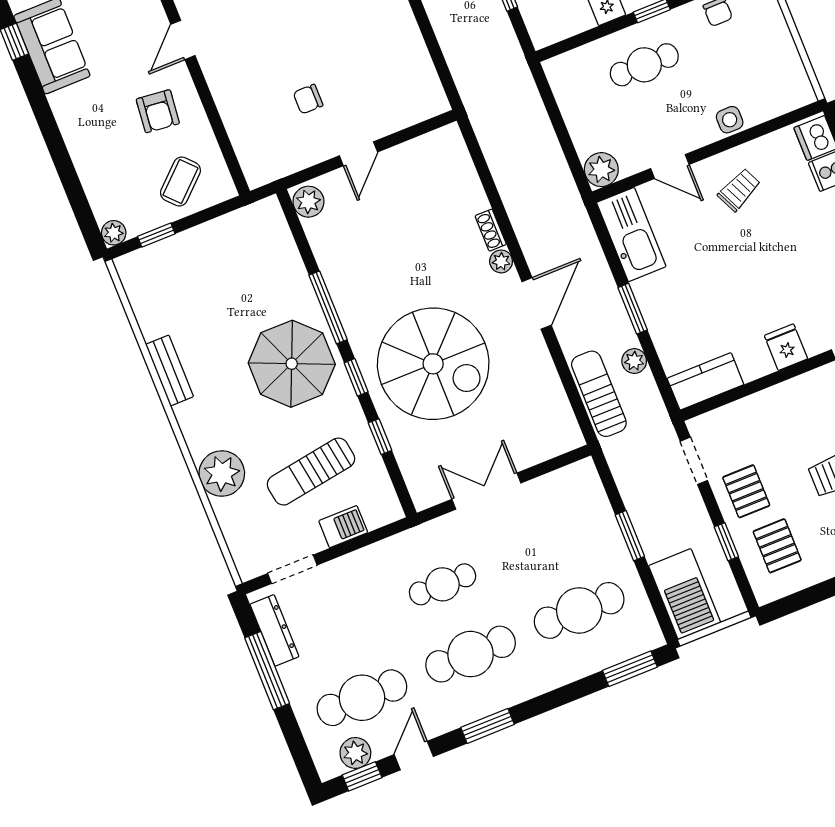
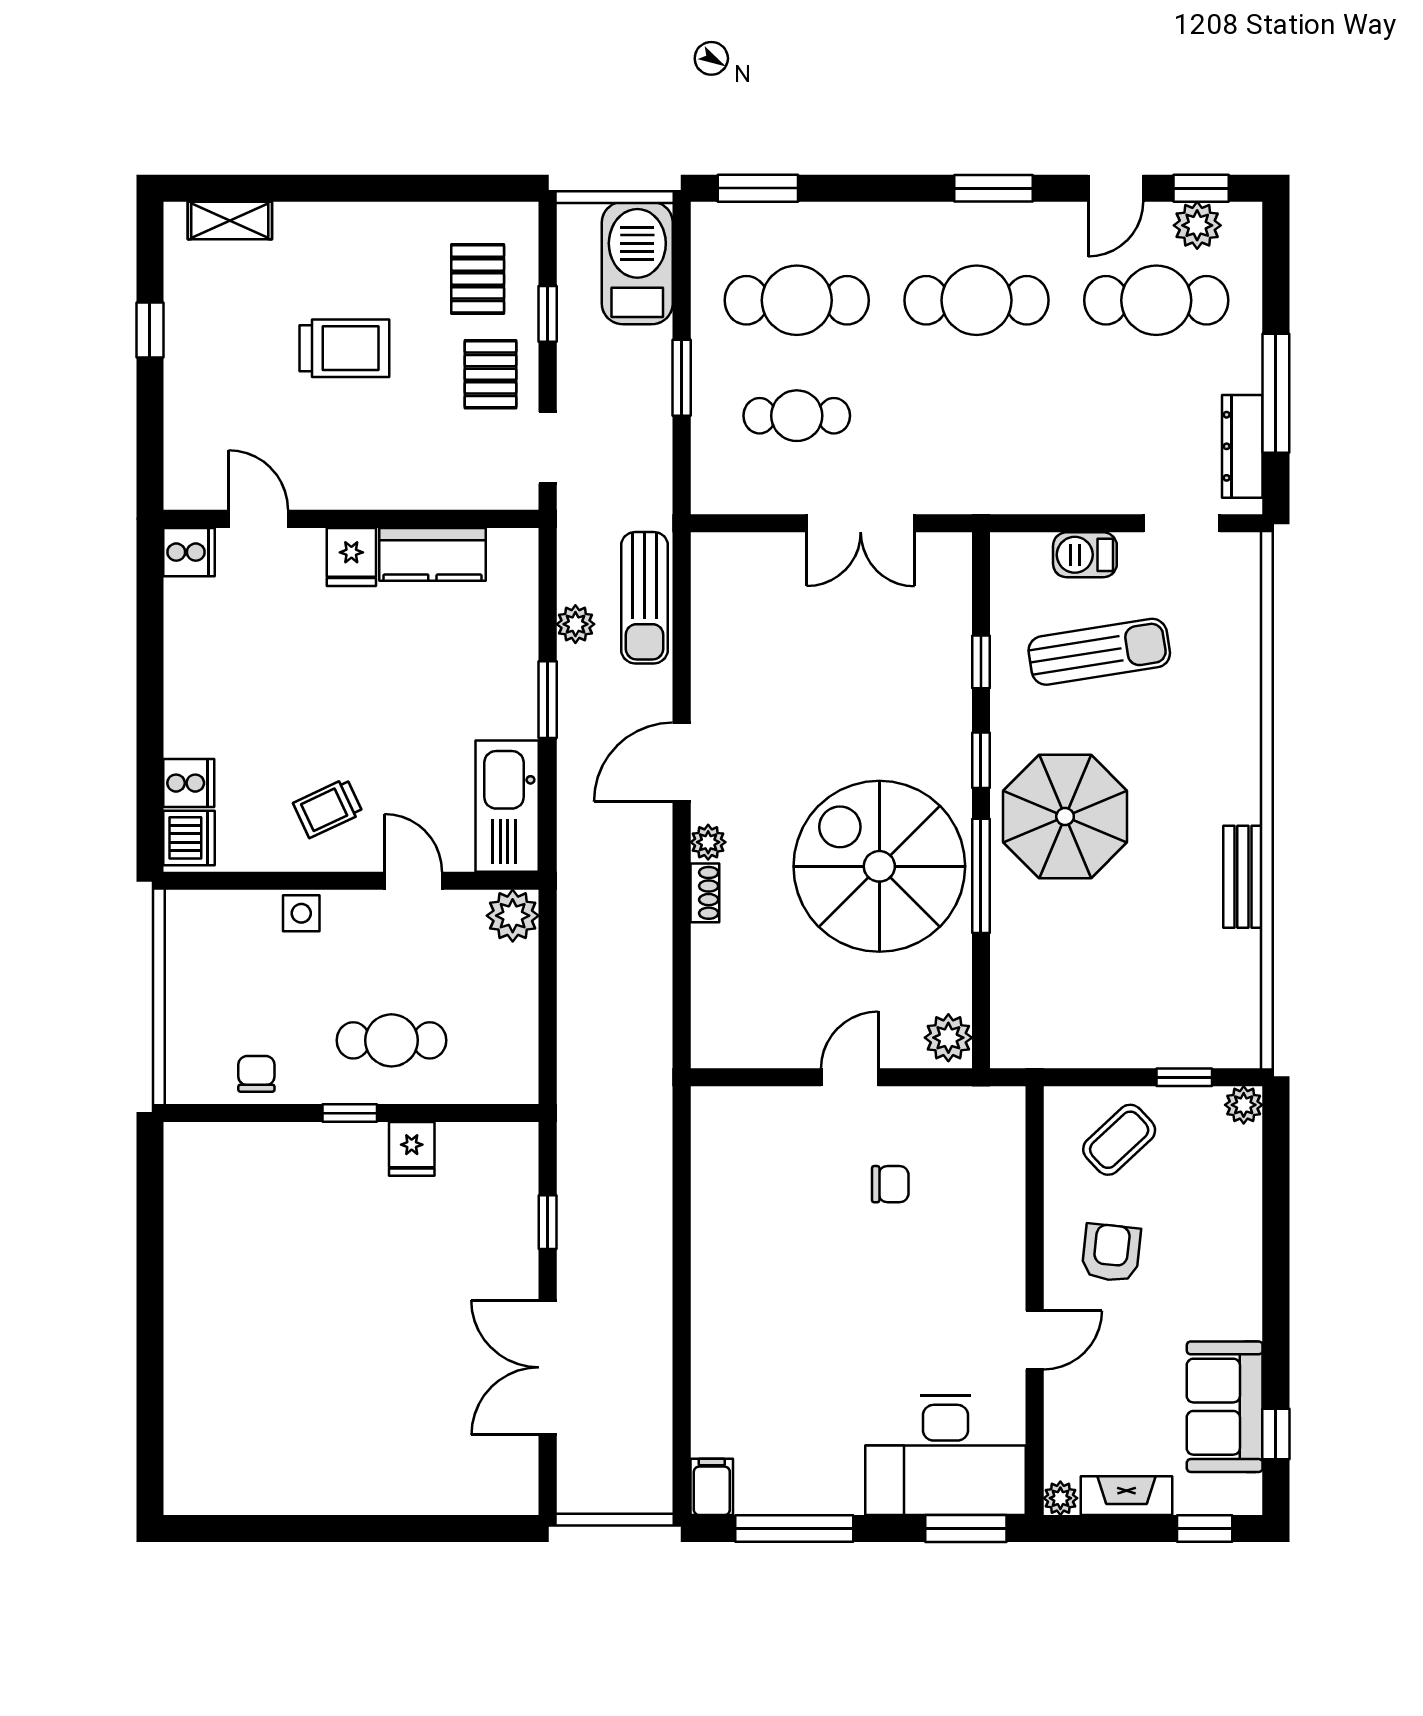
spiral stairs: (433, 364) -> (879, 866), moved
kitchen counter: (705, 381) -> (432, 554), moved
plant: (222, 474) -> (1228, 700), removed
cafe table: (443, 584) -> (797, 416), moved

